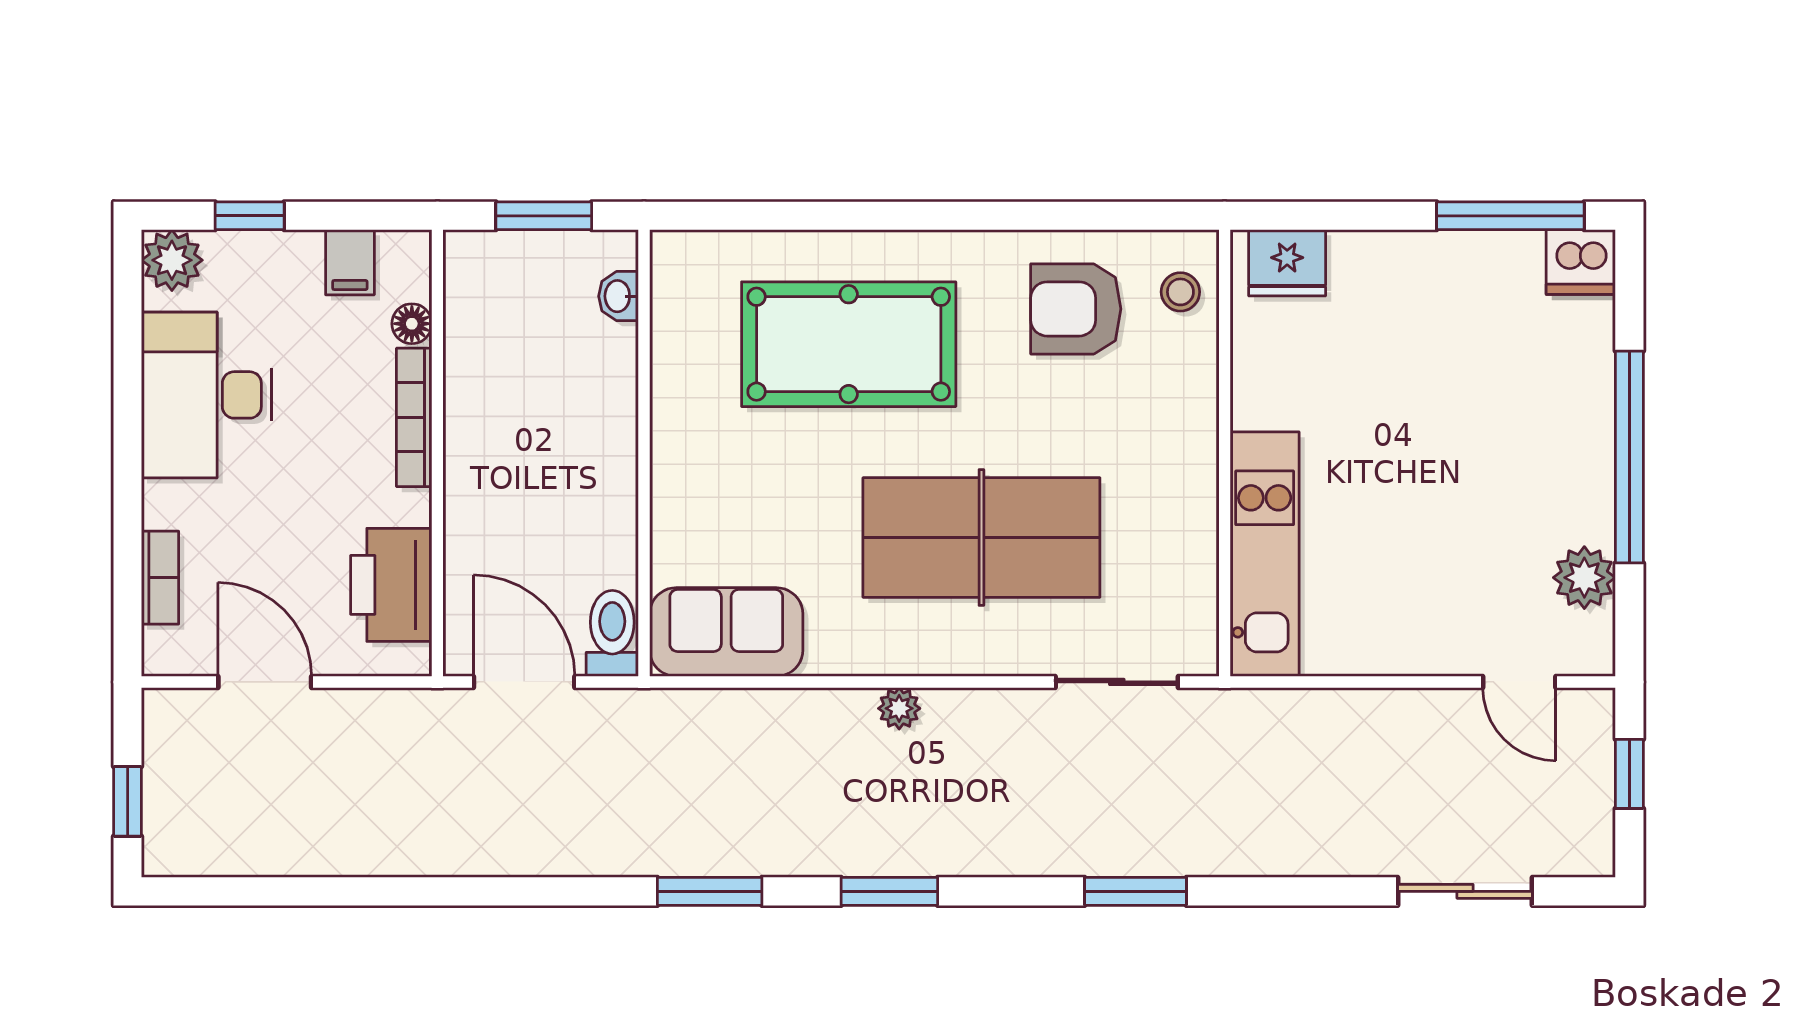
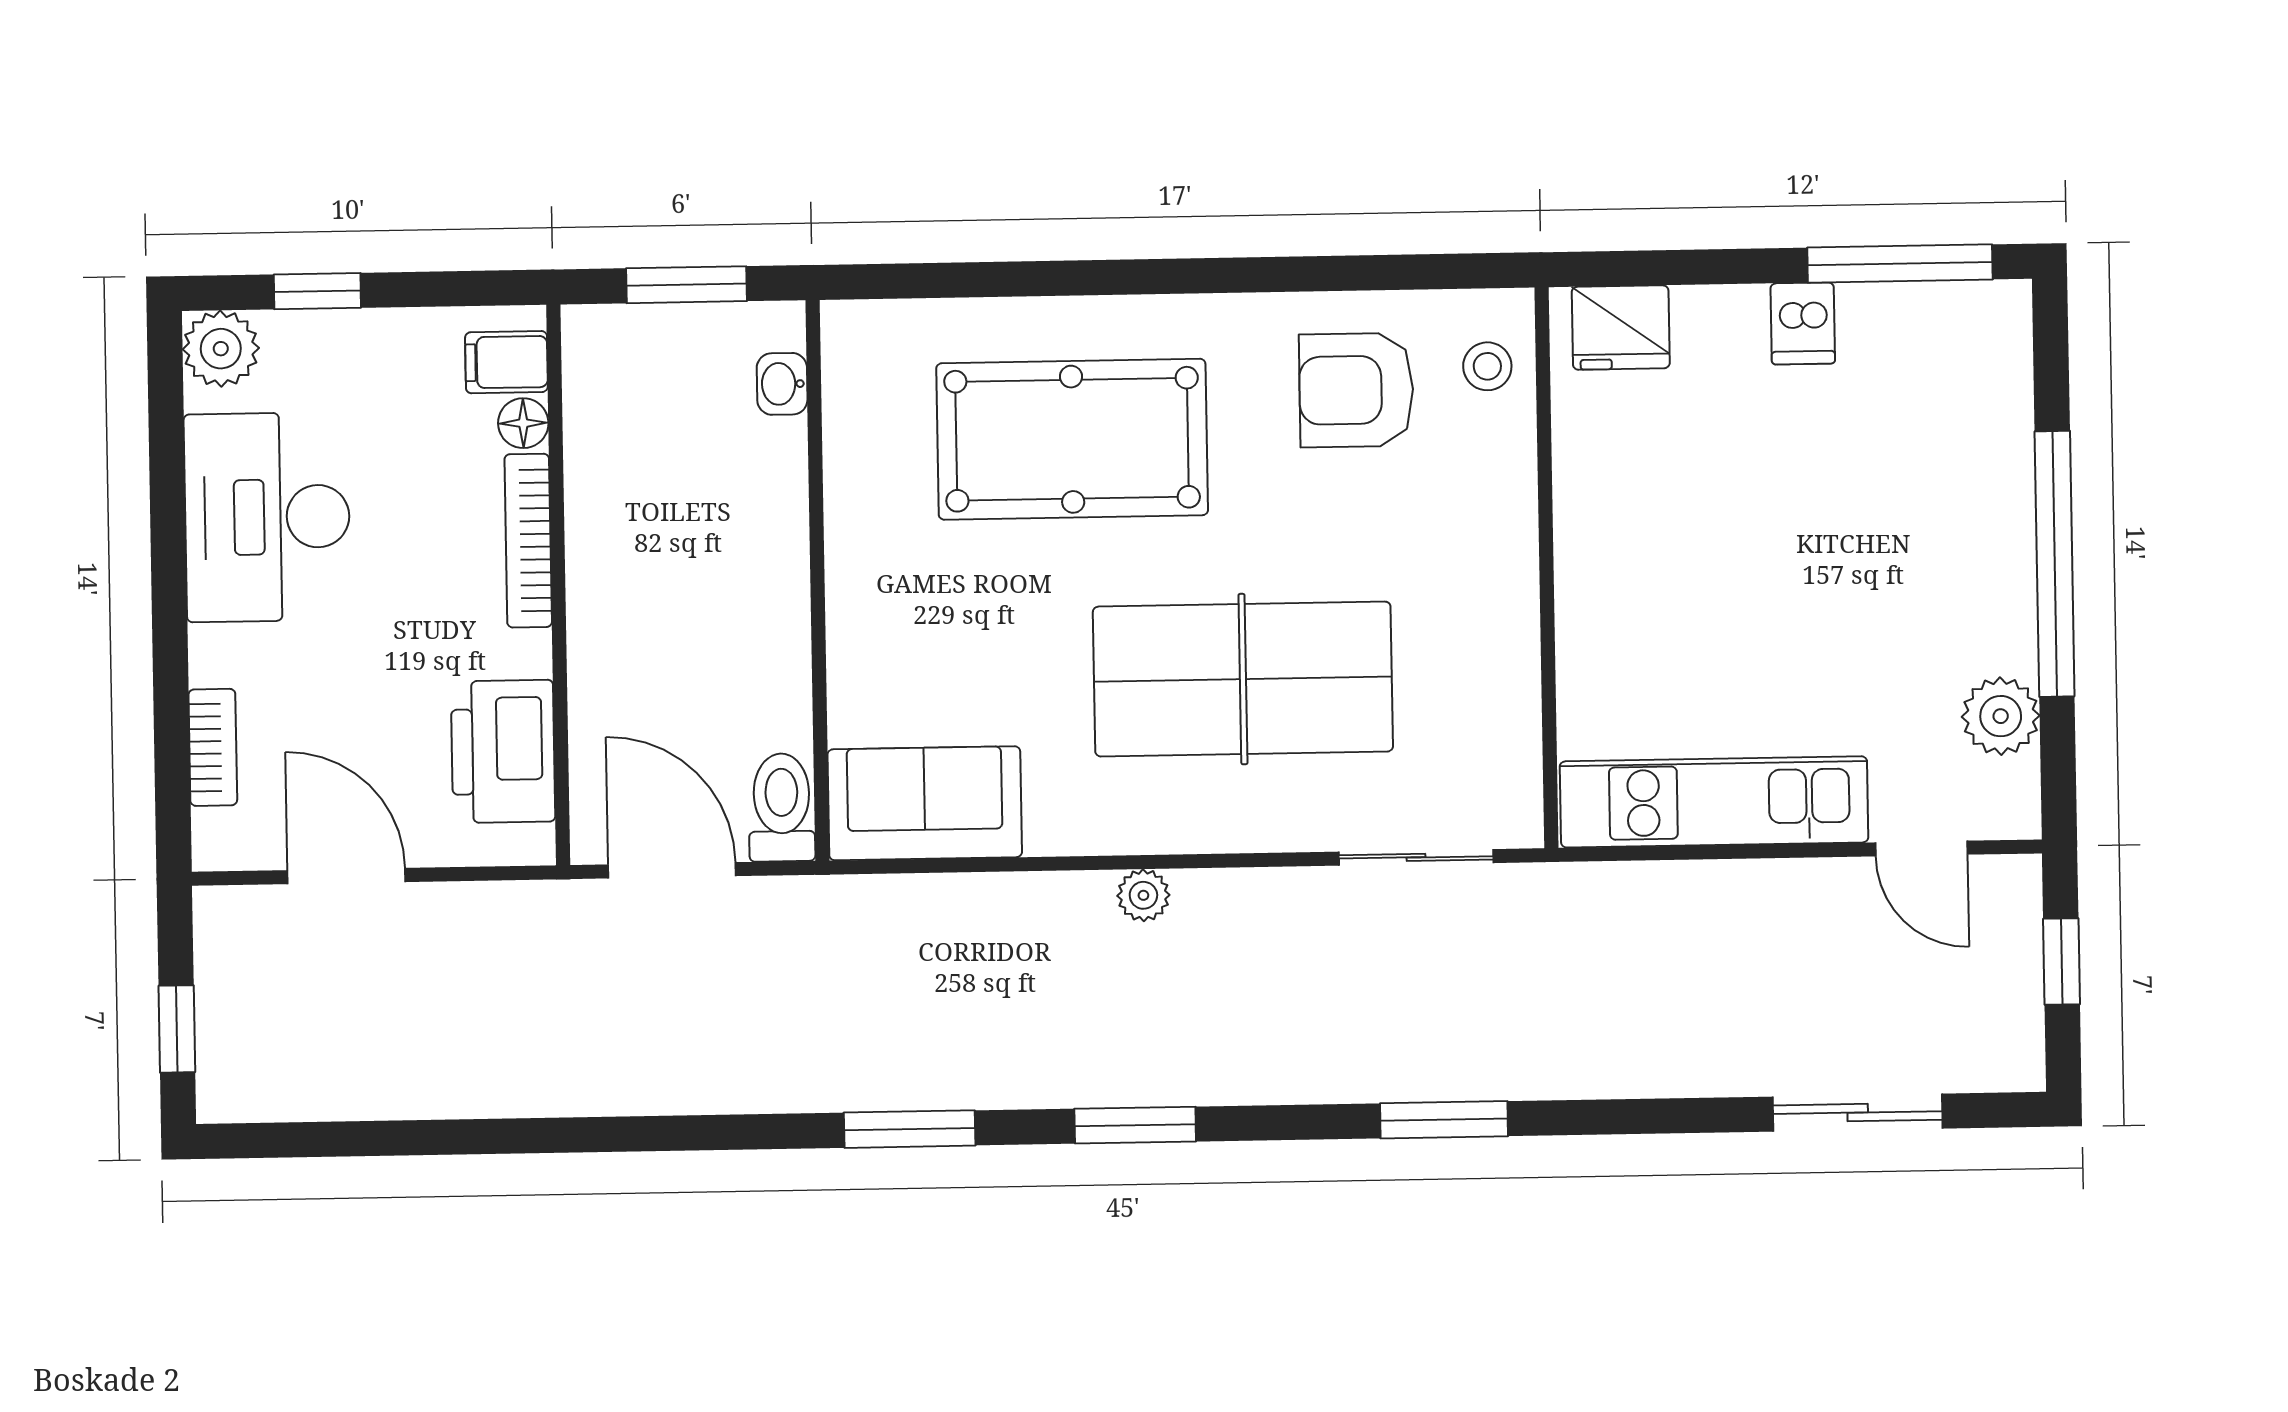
filing cabinet: (350, 262) -> (506, 362), moved, turned 90
dishwasher: (1581, 262) -> (1803, 323), moved, width x0.73
kitchen unit: (1265, 554) -> (1714, 802), moved, turned -90

